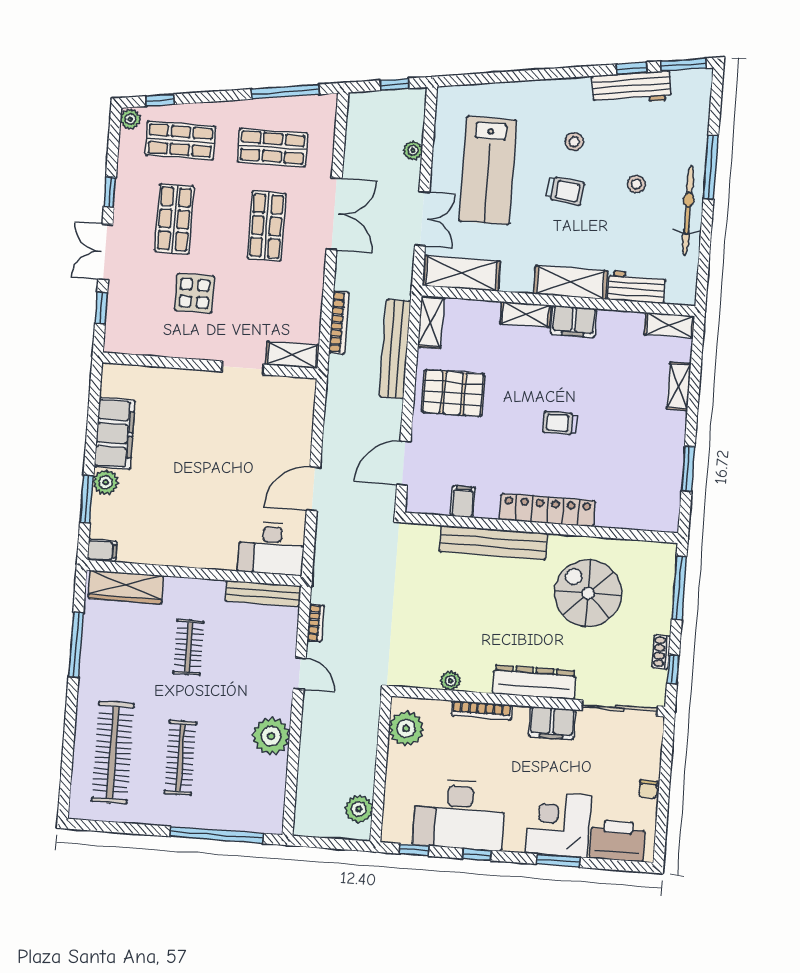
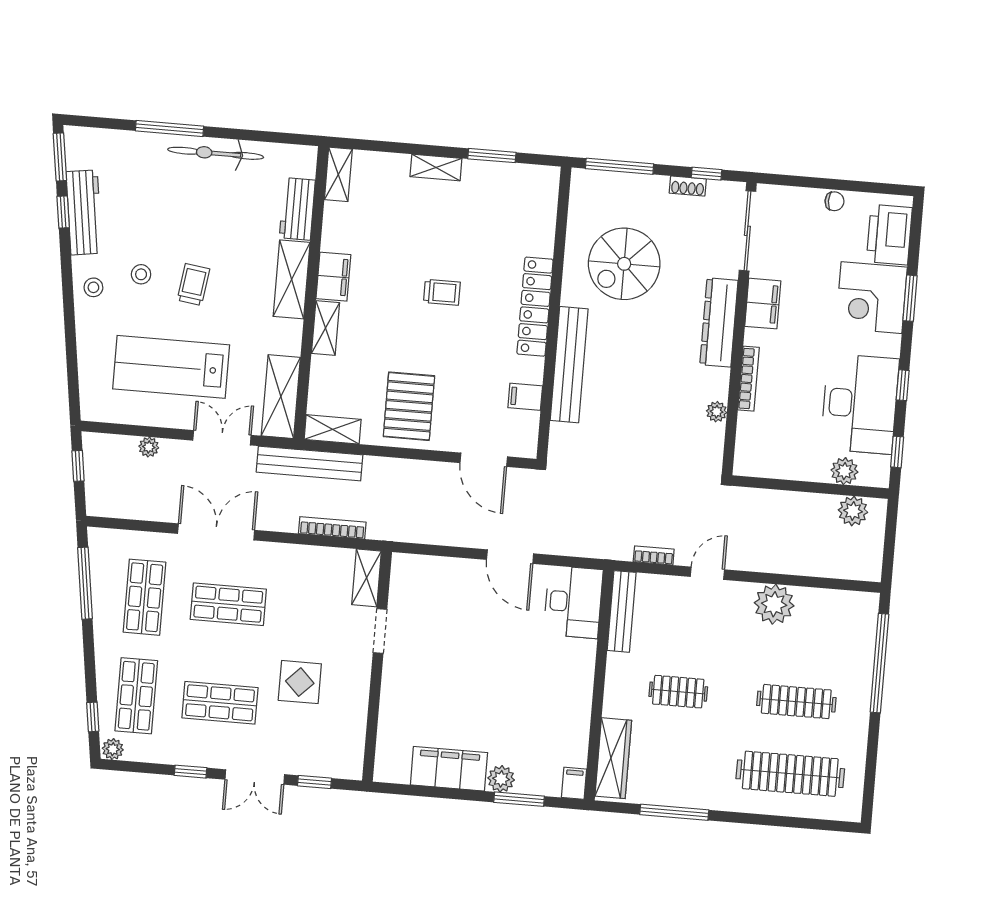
lab bench: (488, 171) -> (171, 367), turned 180
stool: (636, 184) -> (93, 287), moved
bench: (395, 349) -> (310, 463), moved
shelving: (679, 386) -> (436, 167), moved
trolley: (560, 423) -> (442, 292), turned -90
plant: (406, 728) -> (844, 471), moved, width x0.73, depth x0.73

